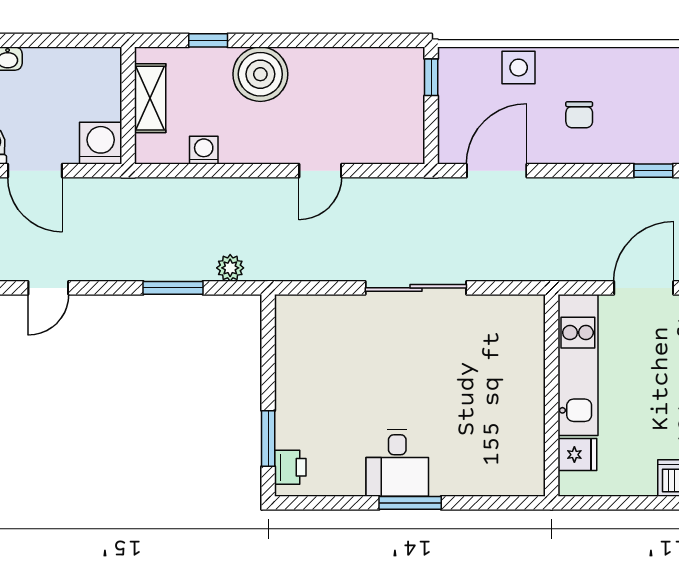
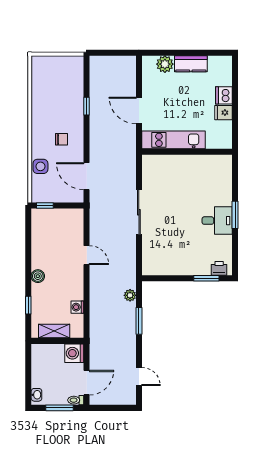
boiler: (260, 74) -> (38, 276), width x0.54, depth x0.54
fridge: (577, 455) -> (223, 113), moved, turned -90

